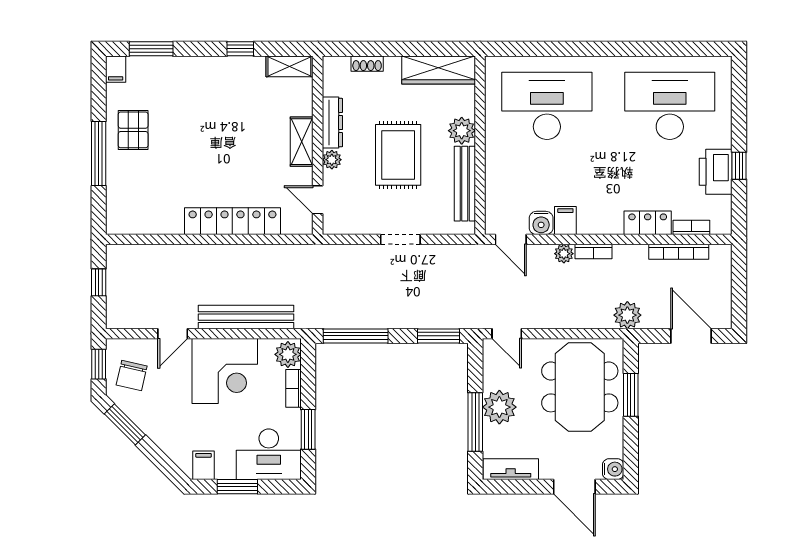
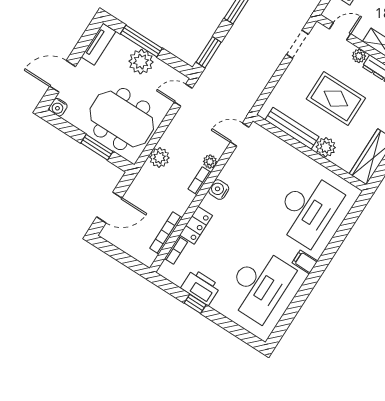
filing cabinet: (565, 221) -> (305, 262), moved, turned 180
water cooler: (541, 223) -> (219, 190), moved
doorway: (400, 239) -> (297, 44), moved
plant: (627, 315) -> (159, 157), moved

